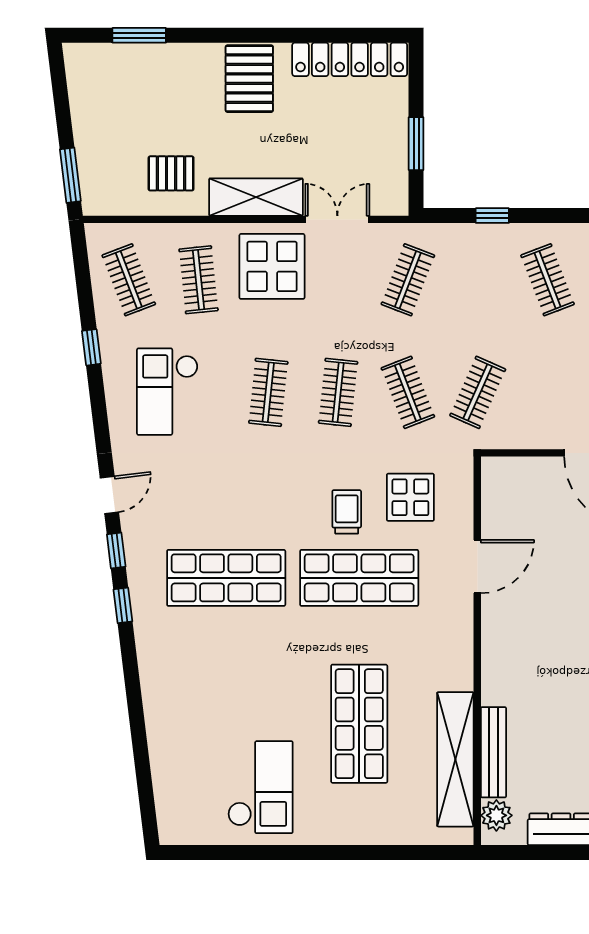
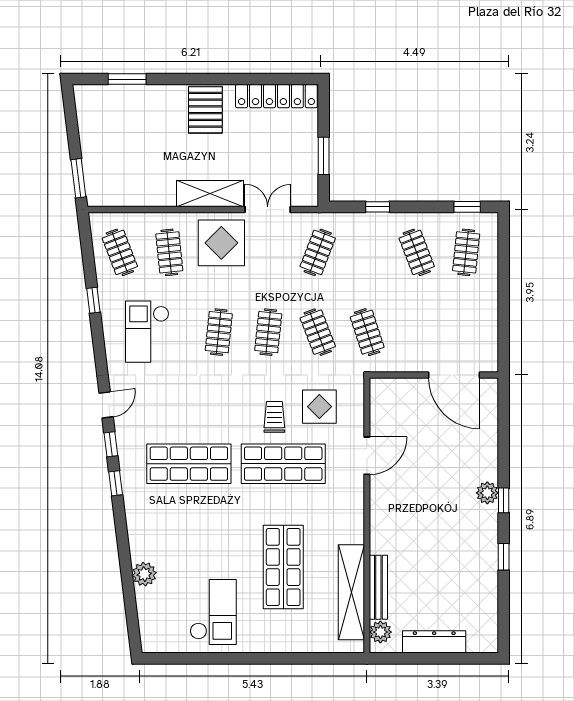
pallet: (171, 173) -> (150, 177), removed
clothes rail: (478, 392) -> (367, 332), turned -42
plant: (163, 734) -> (144, 574), added

